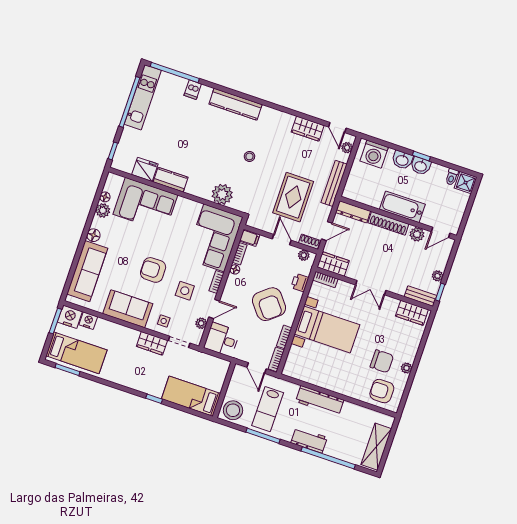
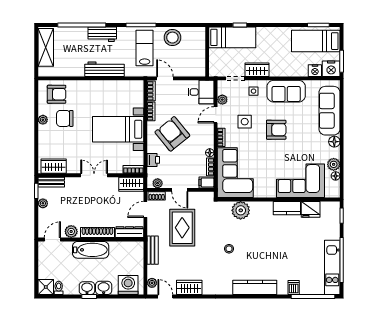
bench: (334, 183) -> (153, 250), width x0.73
wall: (224, 390) -> (207, 52), moved
bed: (191, 396) -> (232, 37), moved

